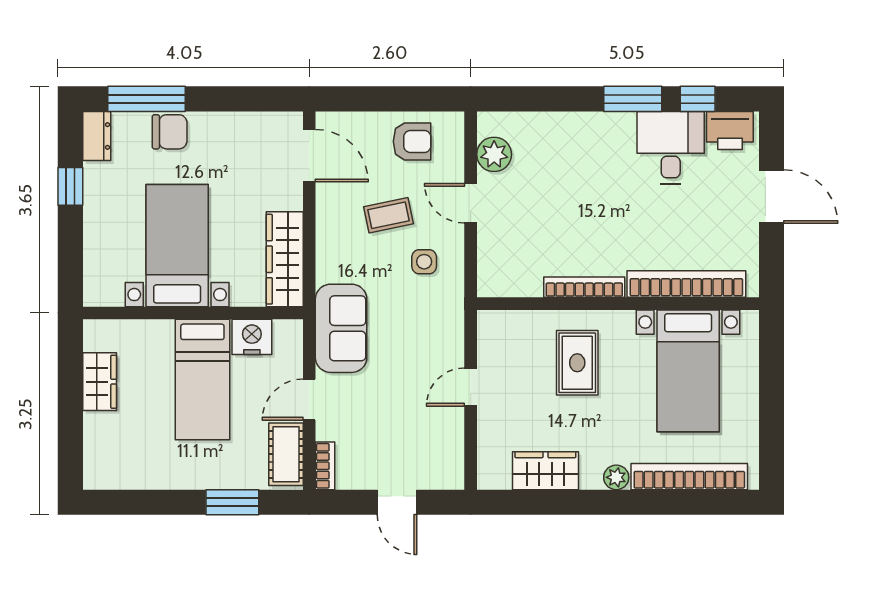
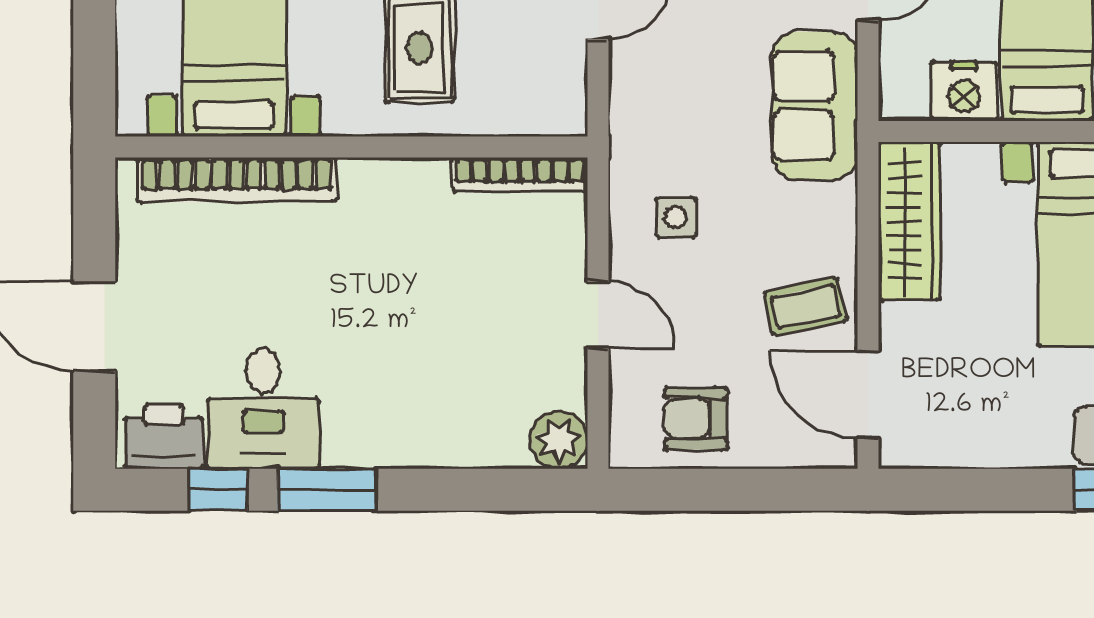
plant: (494, 154) -> (559, 440), moved
coffee table: (388, 215) -> (805, 306), moved
bookcase: (584, 287) -> (520, 175), moved

